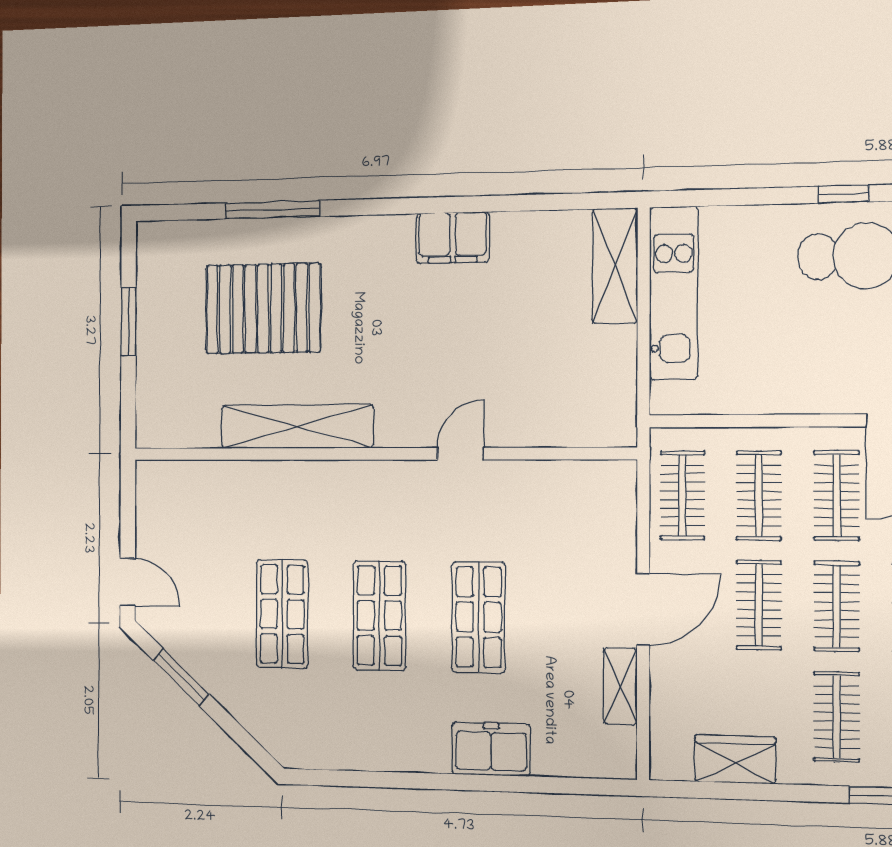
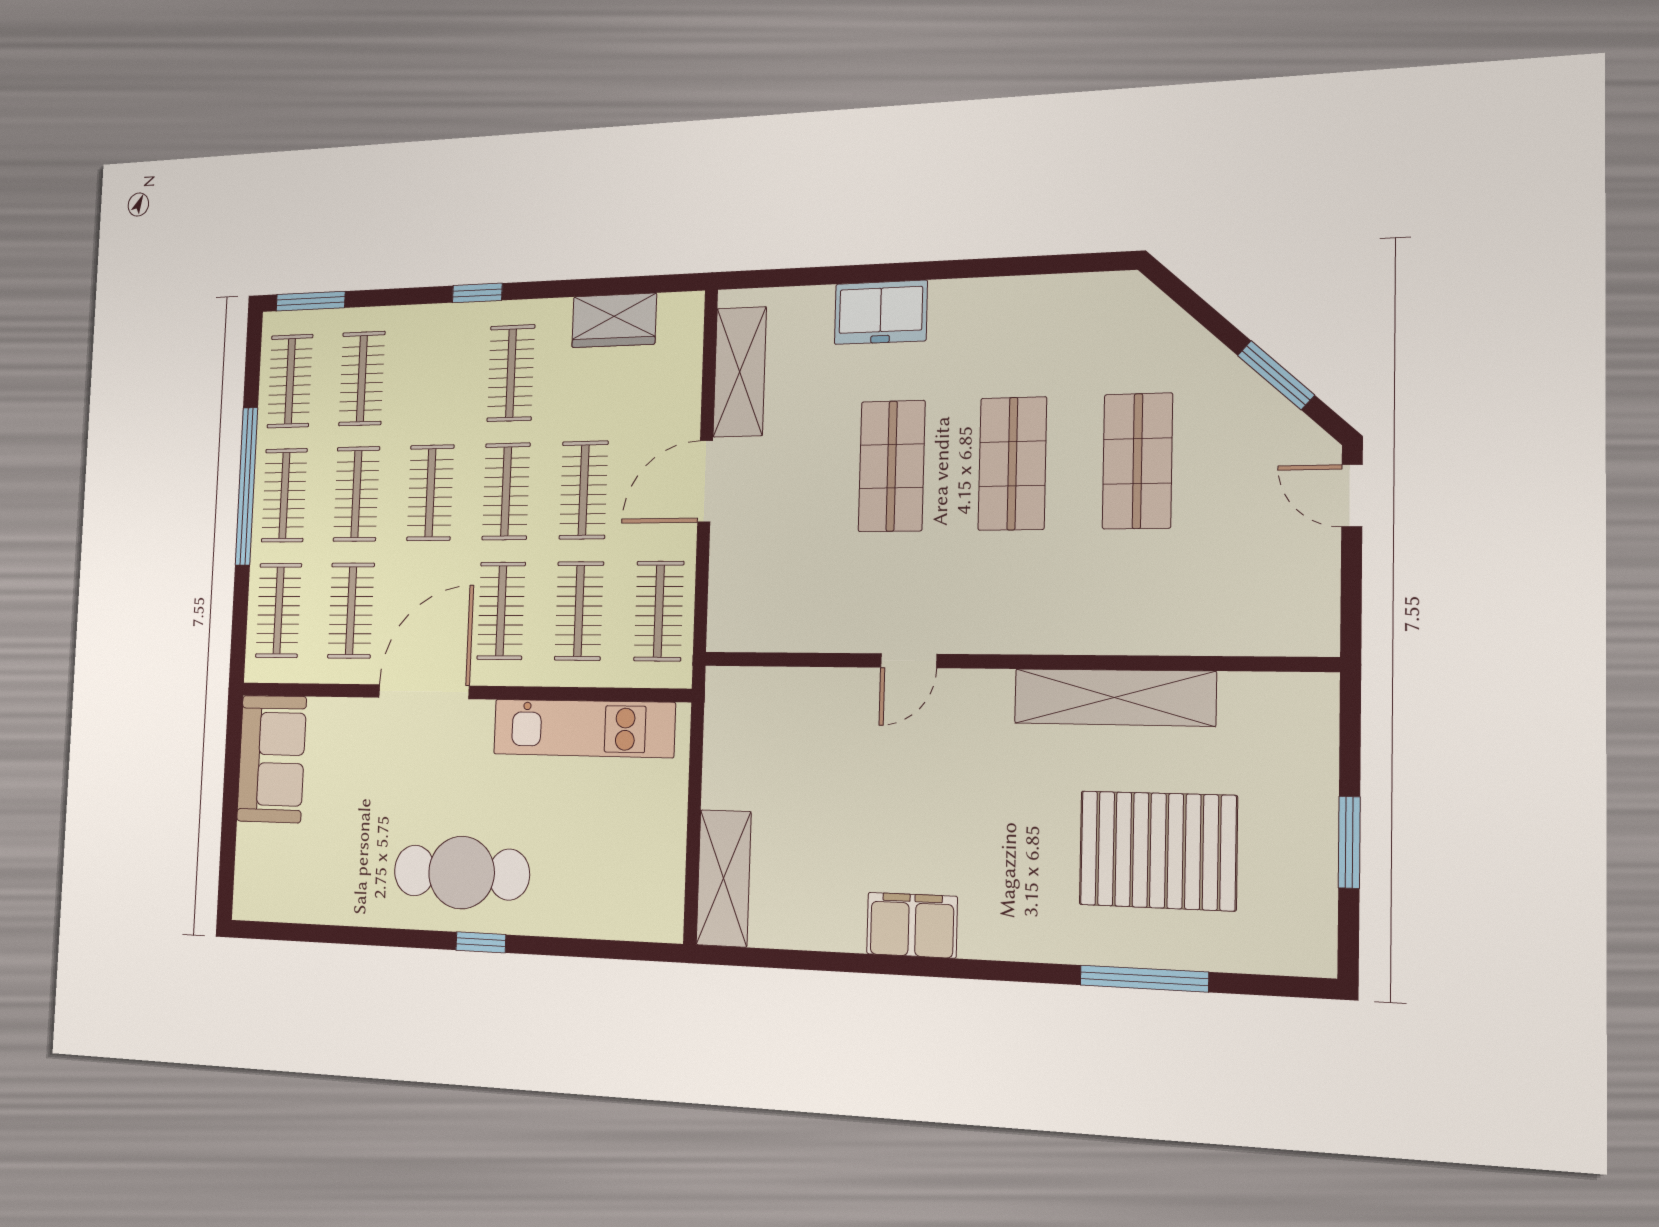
kitchen unit: (674, 293) -> (584, 728), moved, turned -90
shelving: (620, 686) -> (740, 372), width x1.50, depth x1.33

